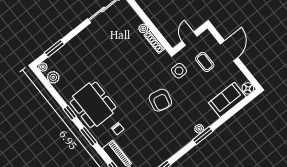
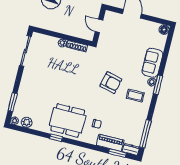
coffee table: (205, 62) -> (135, 96), moved
side table: (179, 71) -> (108, 53), removed
sofa: (227, 100) -> (152, 63), moved
window: (88, 136) -> (81, 144), removed

